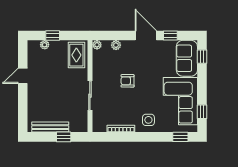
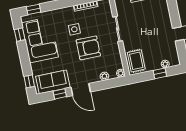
sofa: (187, 58) -> (53, 82), moved, turned -90
armchair: (128, 81) -> (88, 48), width x1.88, depth x1.88
side table: (148, 120) -> (74, 29), moved

